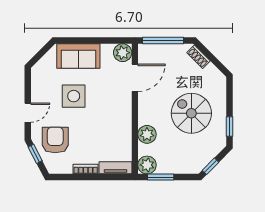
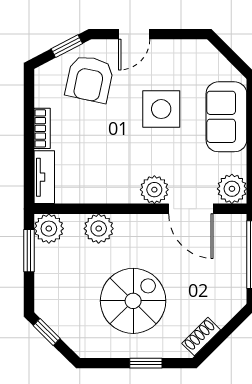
shoe rack: (199, 57) -> (201, 337), moved
plant: (123, 100) -> (154, 190), added
door: (28, 113) -> (134, 34), hinge flipped
window: (230, 127) -> (146, 363), moved
armchair: (55, 140) -> (90, 79), turned 102

